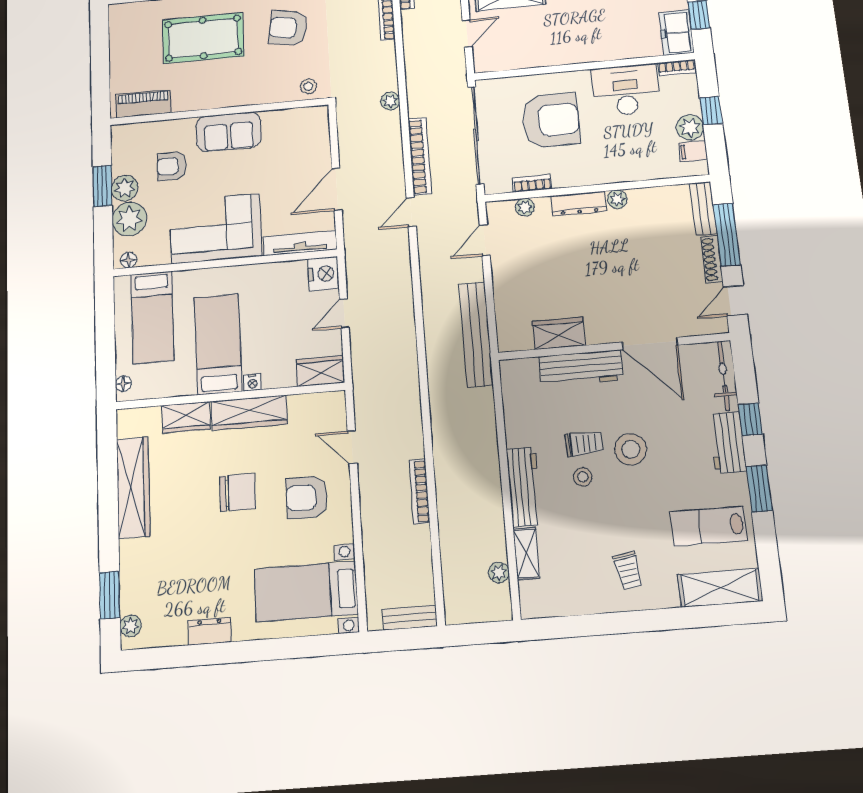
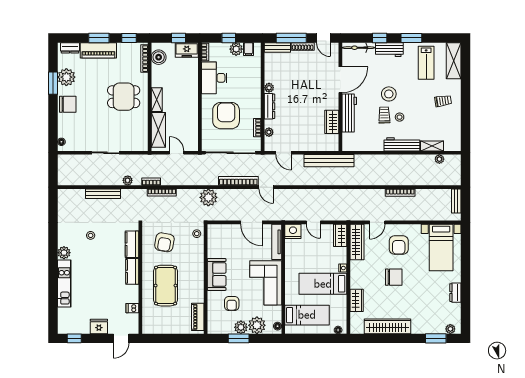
plant: (390, 101) -> (208, 197), width x1.87, depth x1.87
wardrobe: (249, 413) -> (357, 242), moved
chair: (238, 492) -> (394, 277), turned 90

